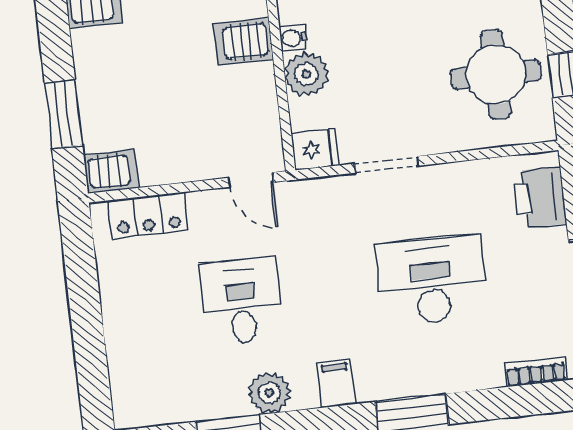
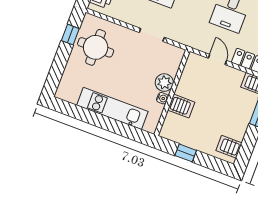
fridge: (315, 150) -> (175, 54), removed
door: (251, 180) -> (217, 59), moved

